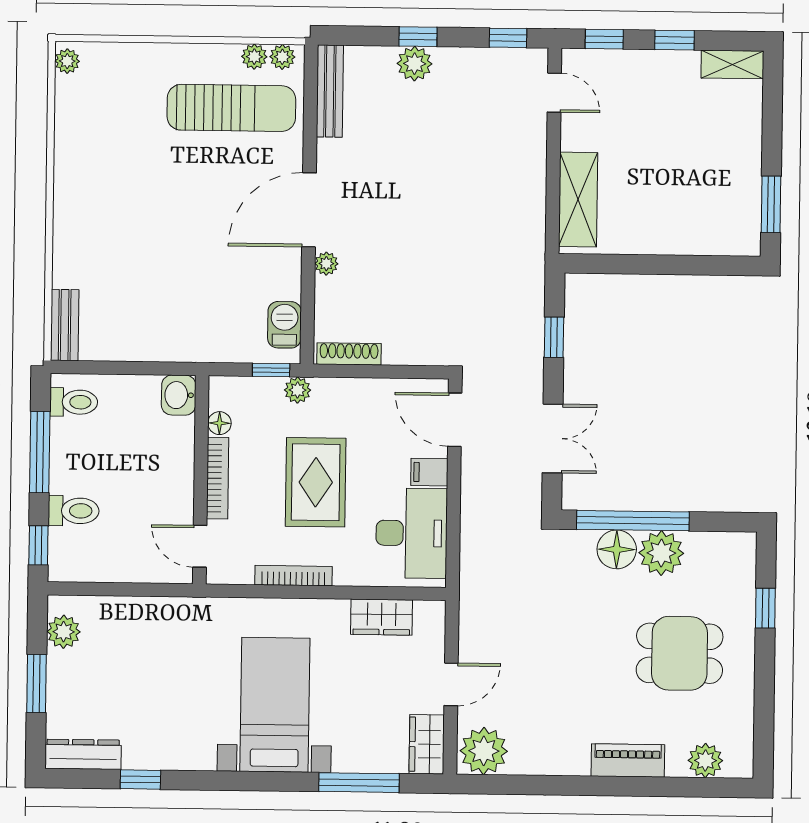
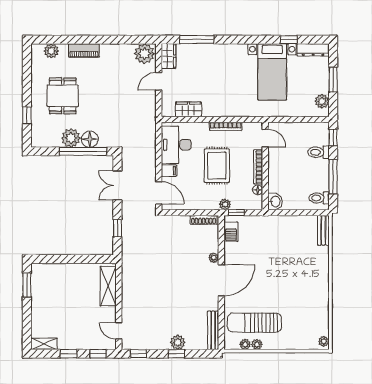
plant: (282, 57) -> (257, 344), moved
dining table: (680, 653) -> (63, 96), turned 90
bed with nightstands: (275, 705) -> (272, 72), moved

